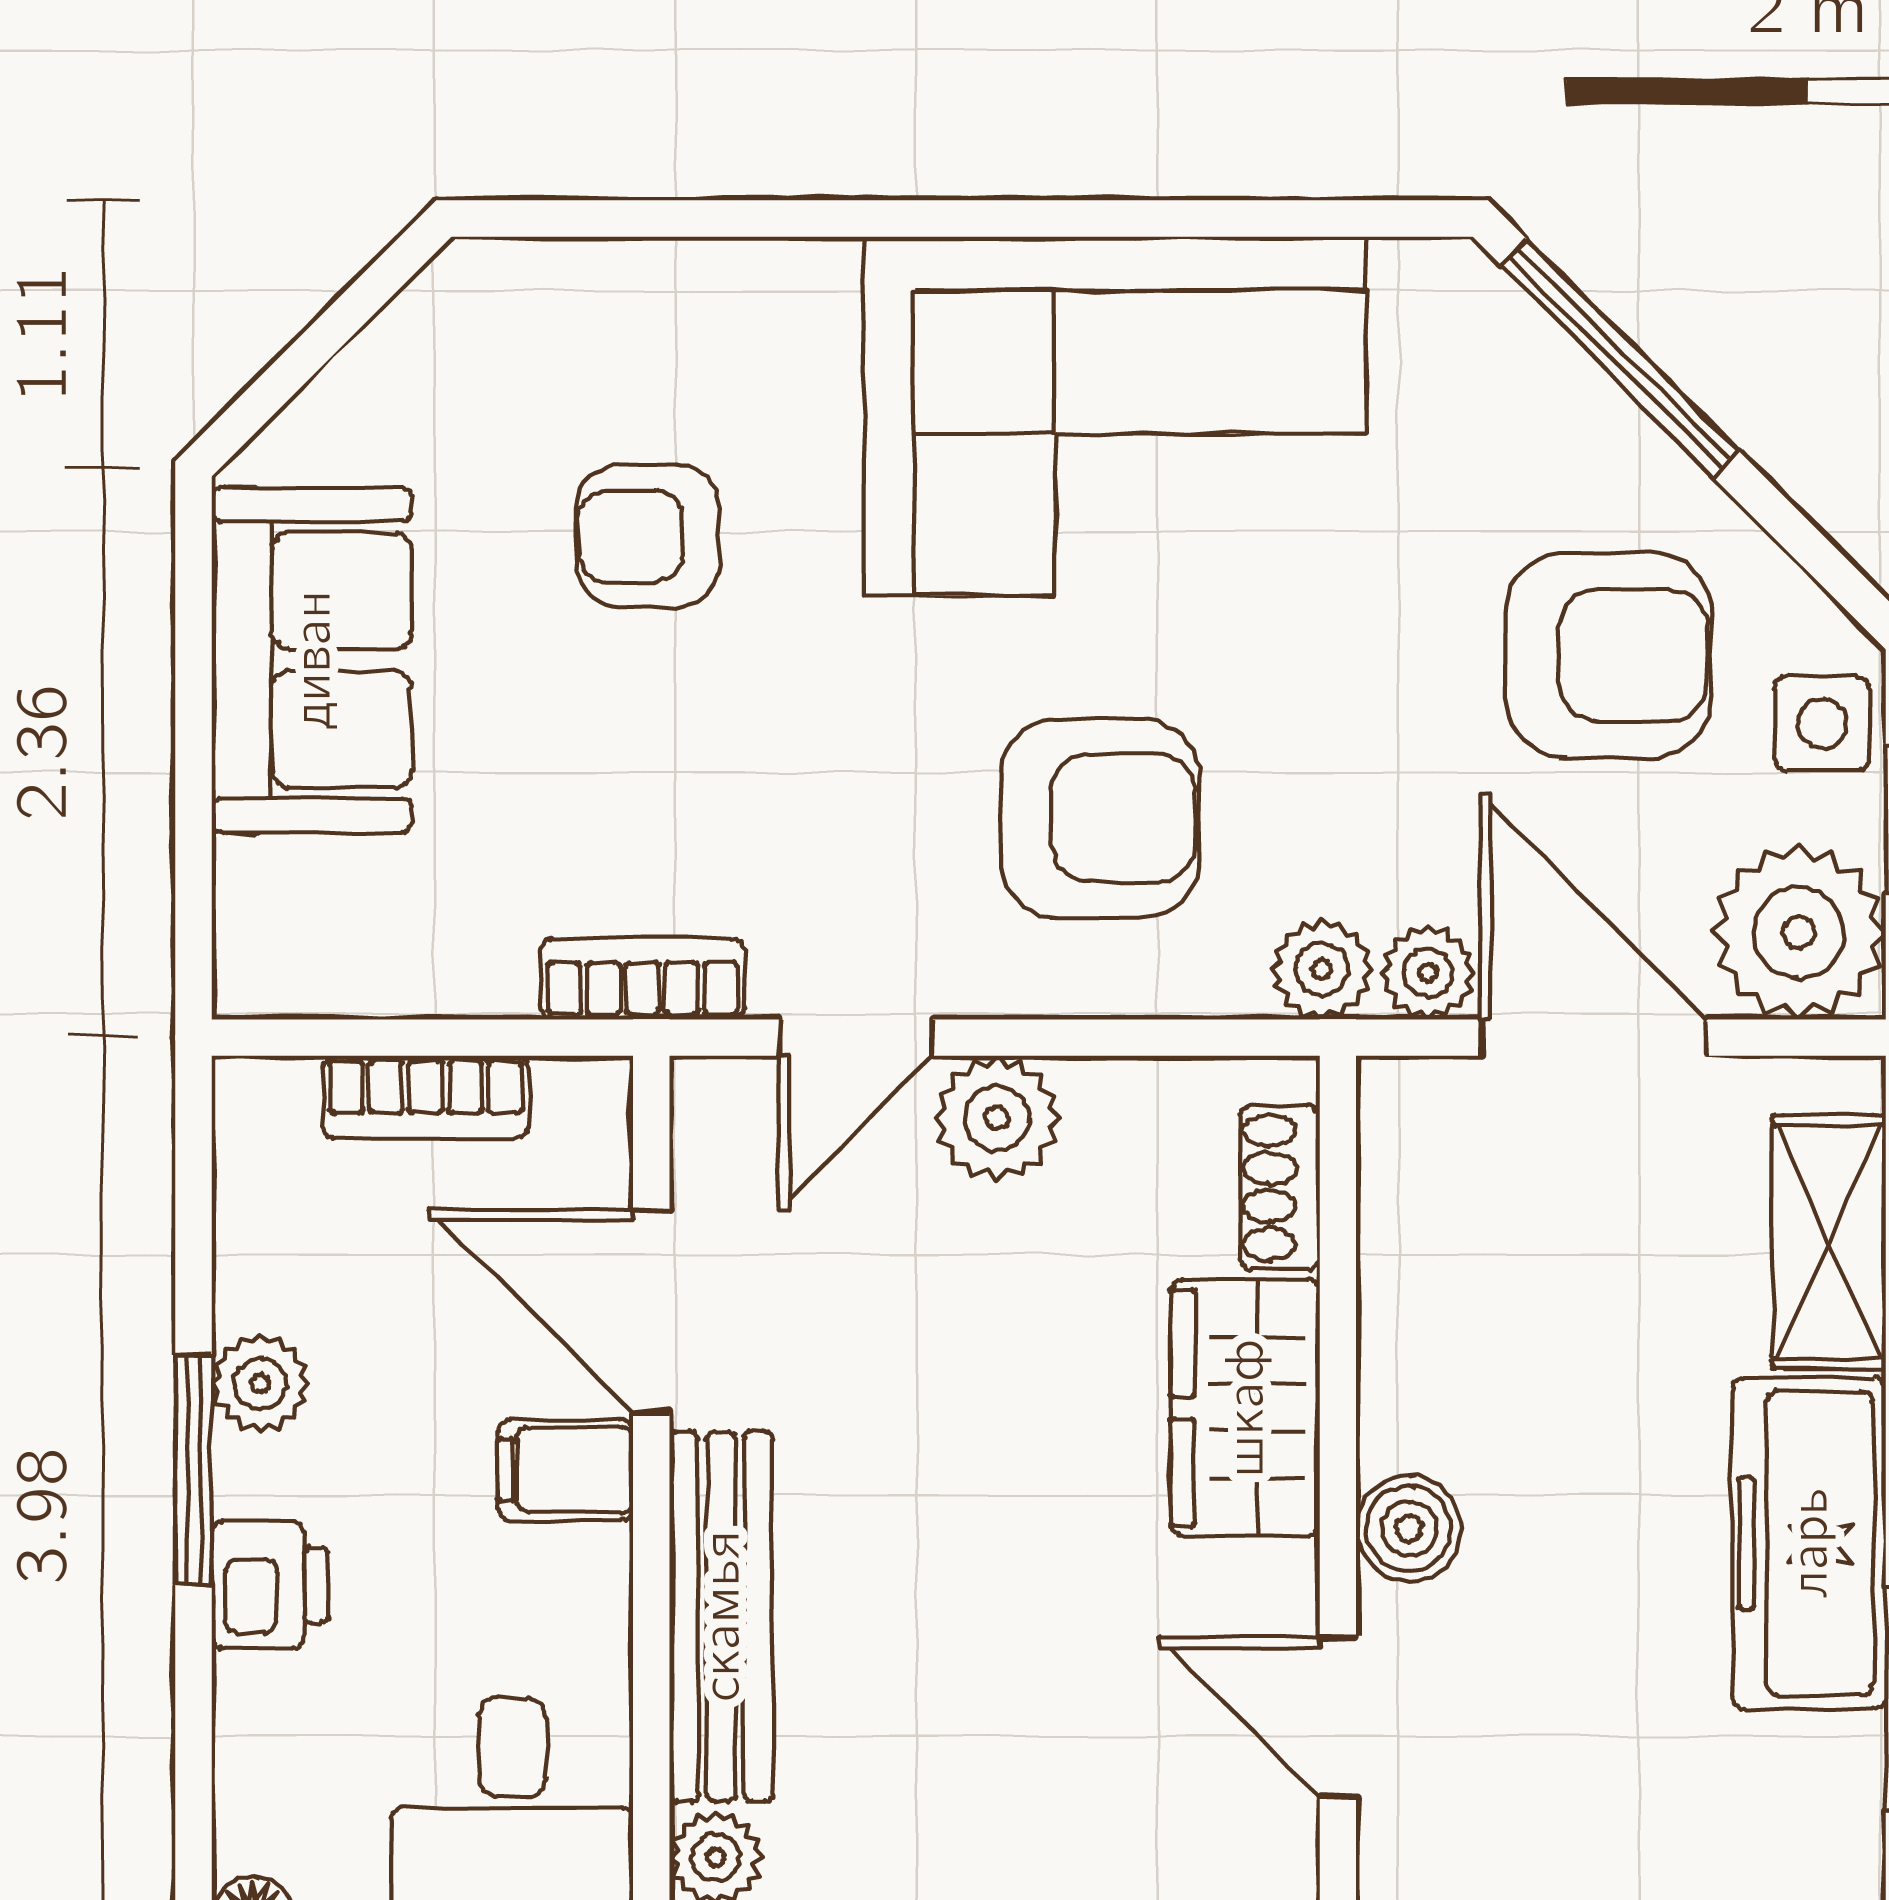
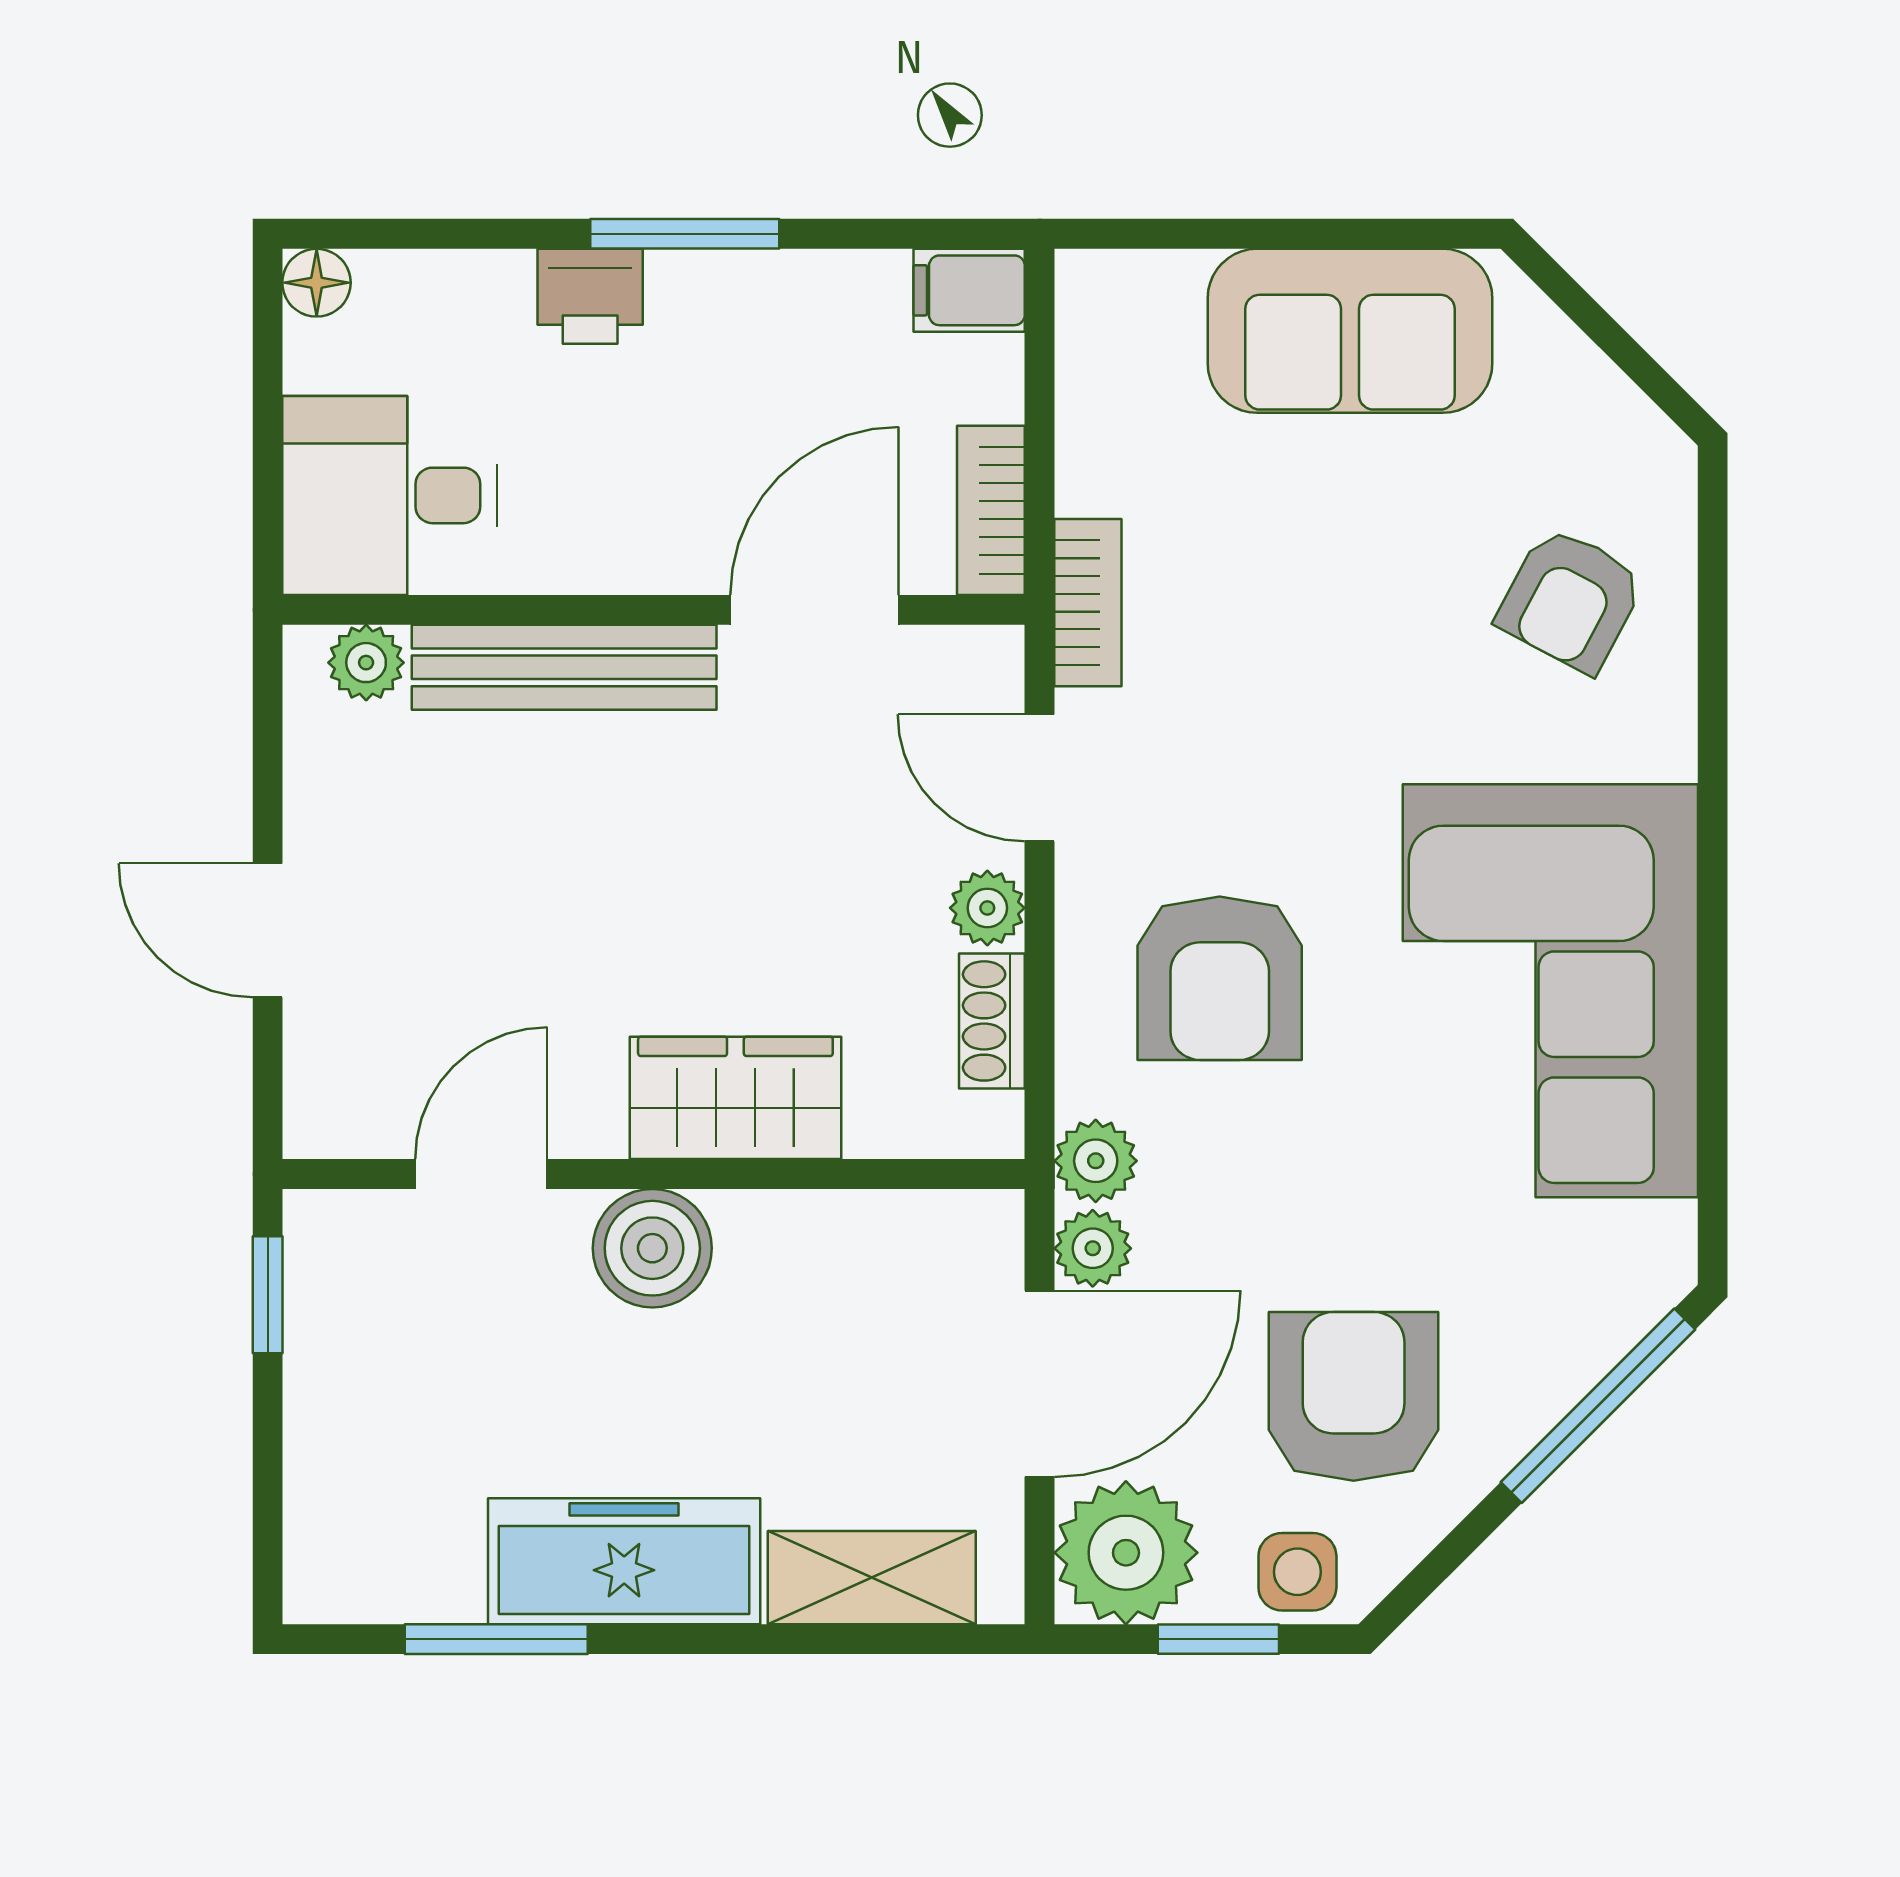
armchair: (648, 536) -> (1571, 600), moved, turned -152
armchair: (1609, 655) -> (1354, 1396), turned 180
bookcase: (426, 1097) -> (991, 510), moved
plant: (997, 1118) -> (987, 908), width x0.73, depth x0.73
shoe rack: (1280, 1187) -> (992, 1021), moved, turned -90
plant: (260, 1384) -> (755, 289), removed
filing cabinet: (566, 1470) -> (969, 290), moved, turned -90
boiler: (1409, 1528) -> (652, 1248), width x1.36, depth x1.36

